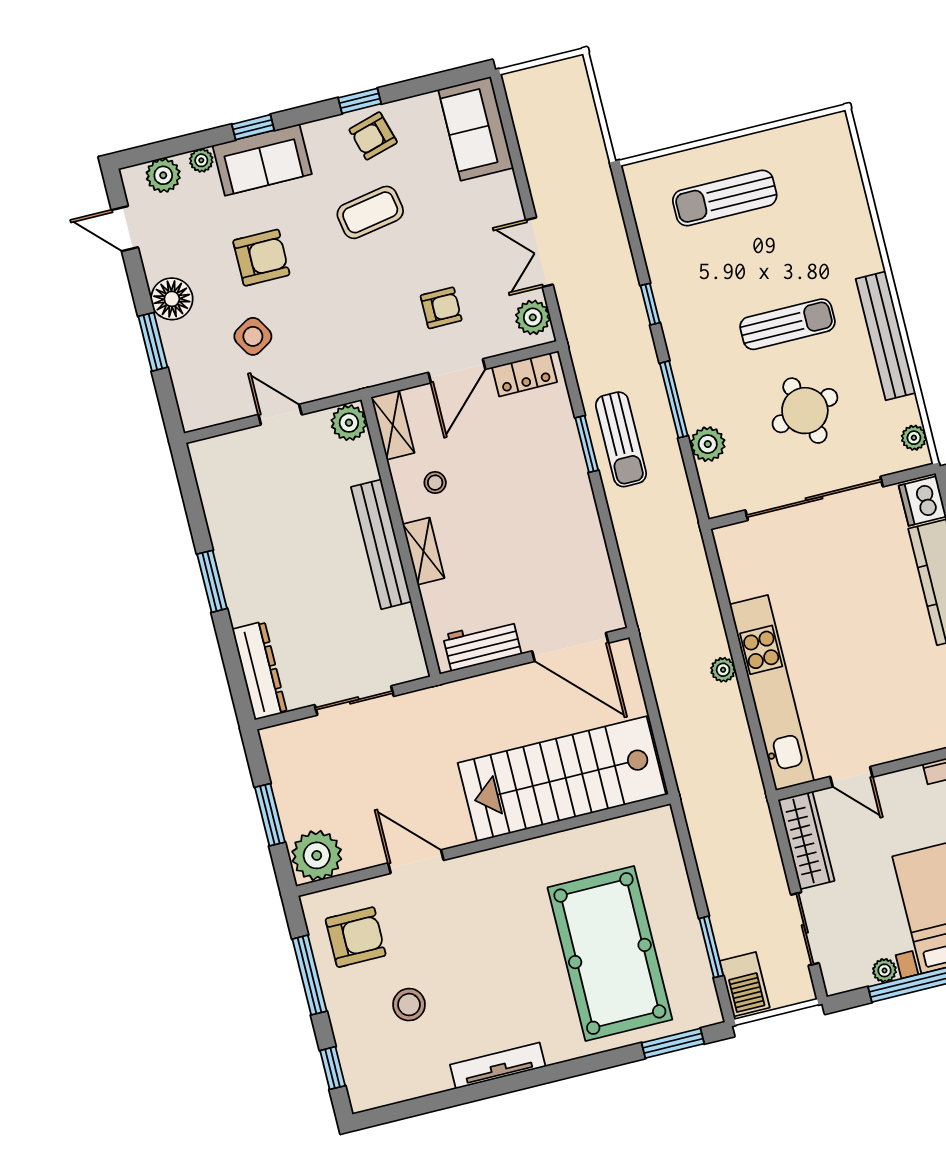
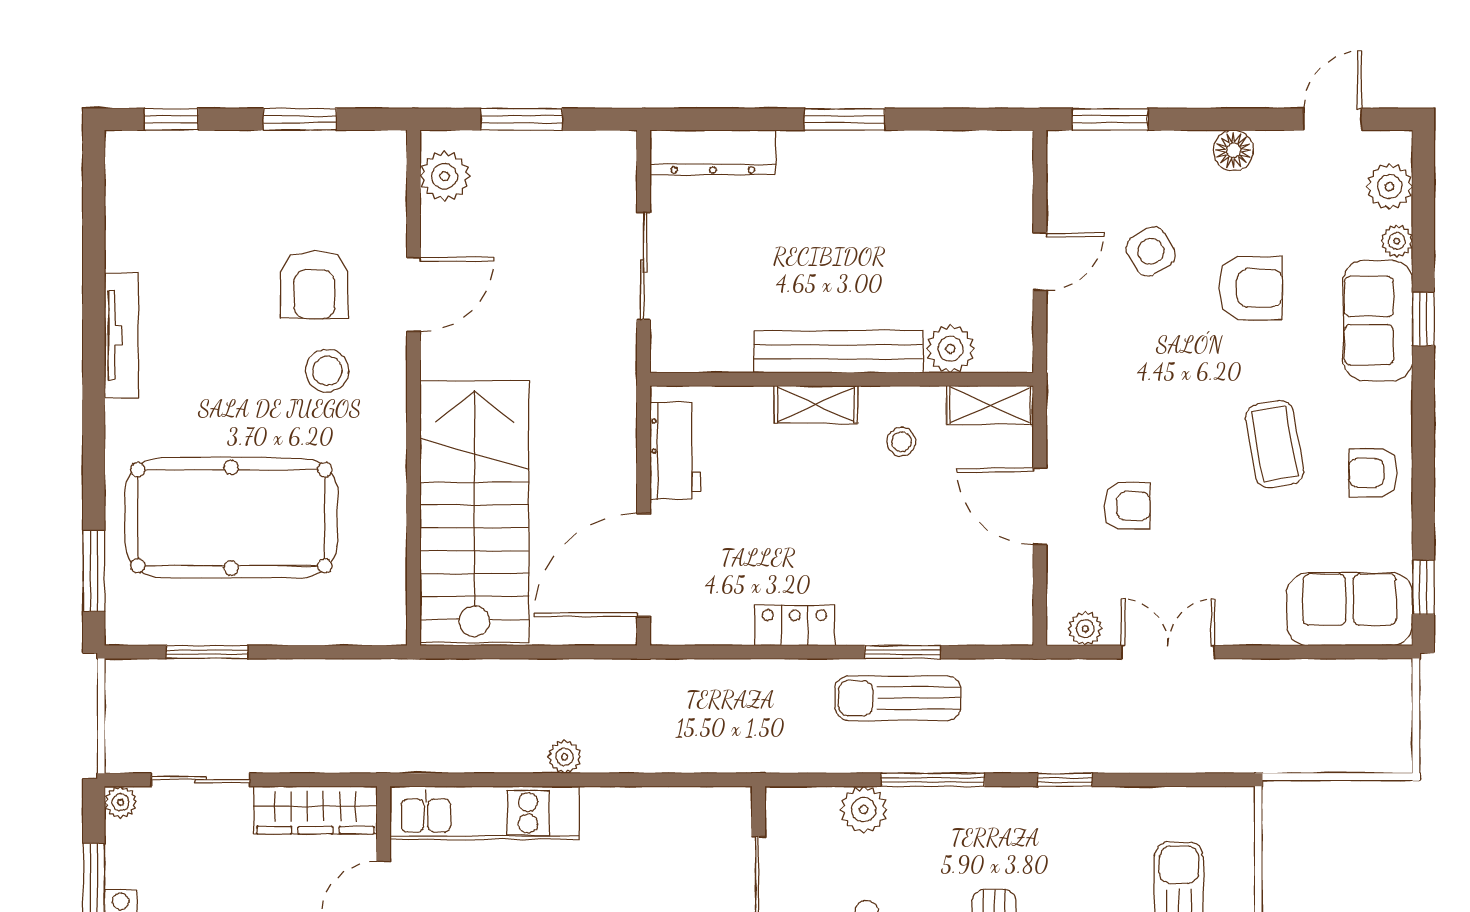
window: (360, 101) -> (1423, 587), moved
armchair: (373, 136) -> (1373, 473), turned -74
armchair: (261, 258) -> (1251, 288), turned -90
floor lamp: (172, 299) -> (1233, 150), width x0.73, depth x0.73
armchair: (441, 308) -> (1127, 506), turned -90
plant: (533, 317) -> (1085, 629), width x0.73, depth x0.73
window: (153, 342) -> (1110, 119), moved
locker: (524, 375) -> (795, 625), moved, turned 90
plant: (349, 423) -> (950, 349), moved
kitchen unit: (772, 693) -> (485, 813), width x0.73
plant: (317, 855) -> (445, 176), width x0.73, depth x0.73
armchair: (356, 937) -> (314, 285), moved
plant: (884, 970) -> (121, 802), moved
window: (310, 975) -> (300, 119), width x0.69
barbecue: (745, 984) -> (148, 684), removed
stool: (409, 1005) -> (327, 371), moved

